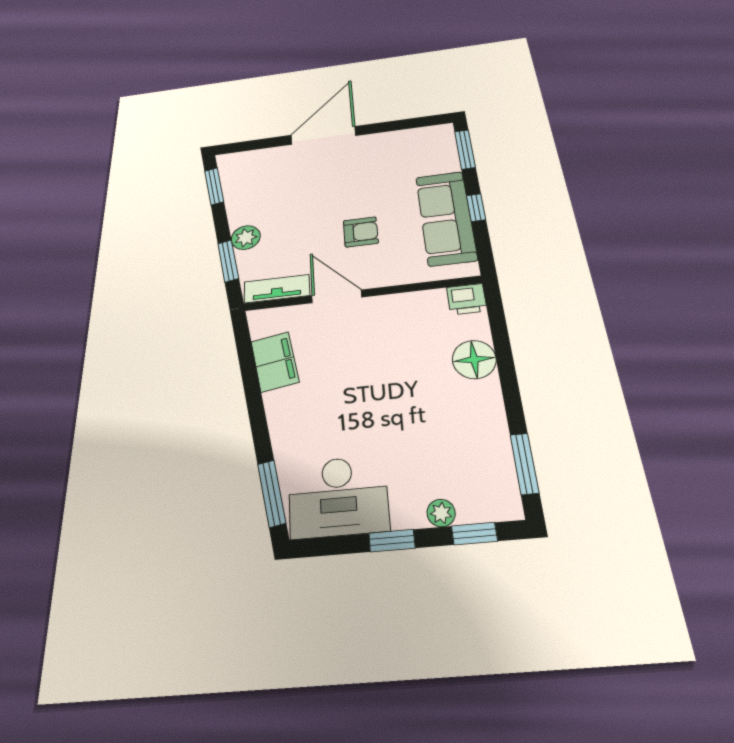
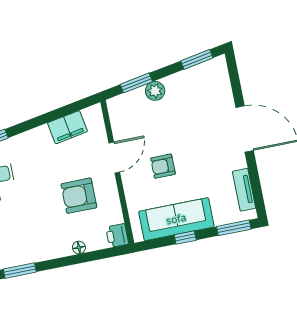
armchair: (361, 232) -> (163, 166), turned 90
tv unit: (277, 289) -> (244, 190), moved, turned 180
armchair: (393, 352) -> (79, 196), added
floor lamp: (474, 359) -> (79, 247), width x0.53, depth x0.53

